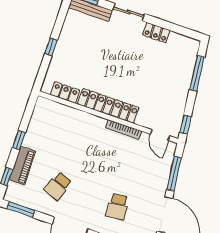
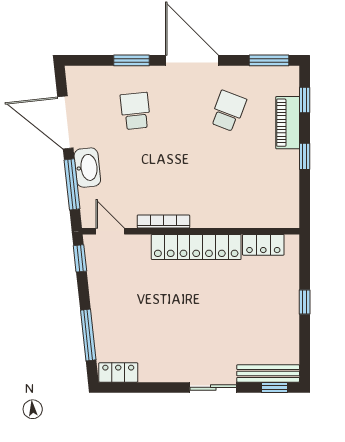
locker: (156, 33) -> (118, 372), moved
washbasin: (161, 181) -> (87, 168), added

